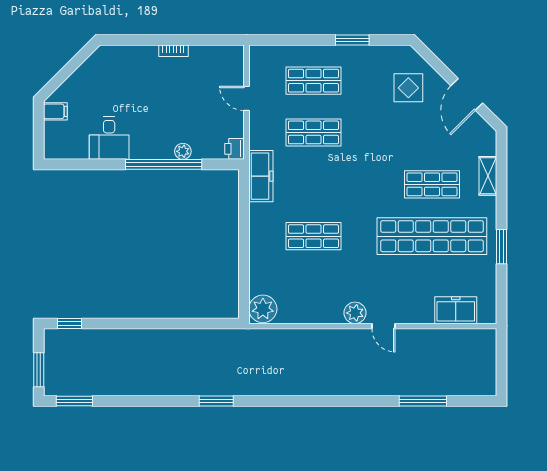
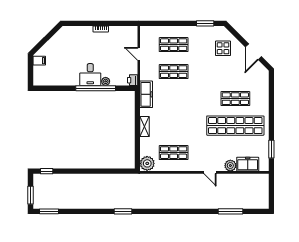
window: (352, 40) -> (205, 23), moved
desk: (109, 138) -> (90, 75), moved
shelving: (488, 176) -> (145, 127), moved
shop shelf: (313, 236) -> (174, 153), moved
window: (501, 247) -> (271, 149), moved
plant: (355, 313) -> (230, 166), moved

